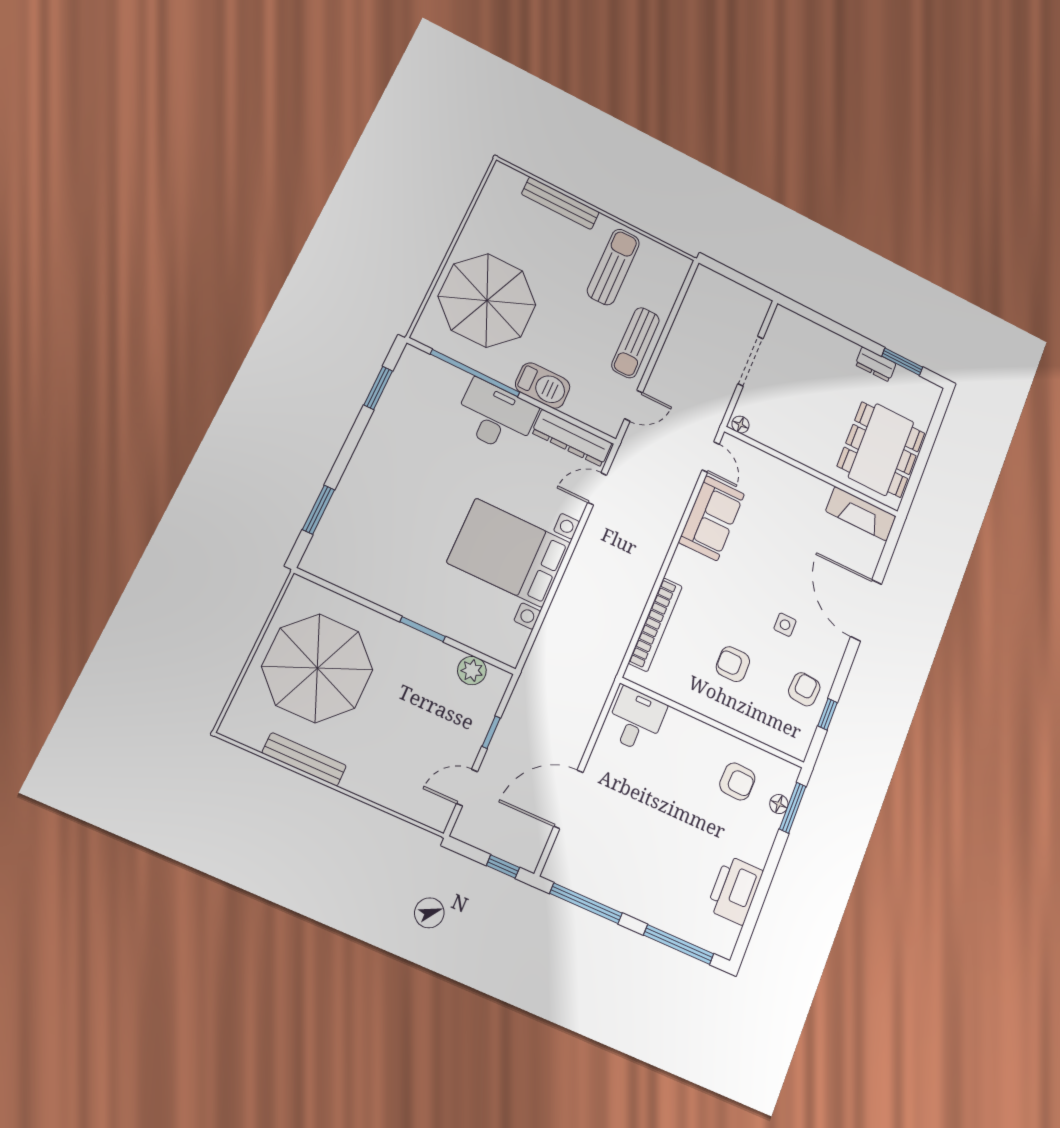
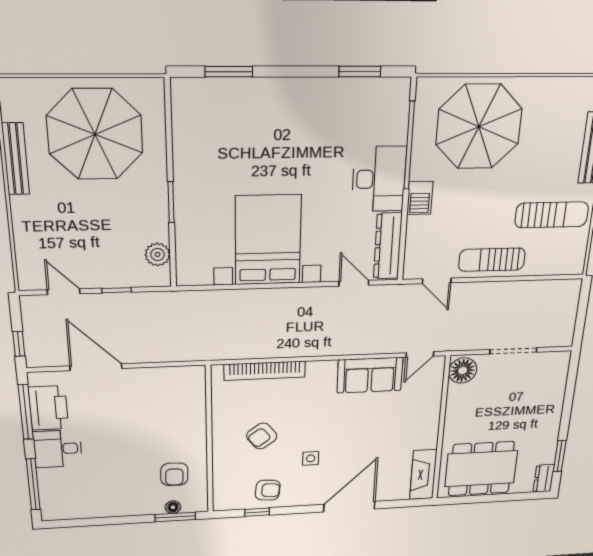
dresser: (876, 364) -> (544, 478), moved
barbecue: (543, 386) -> (420, 198), width x0.73, depth x0.79
floor lamp: (740, 425) -> (463, 371), width x1.89, depth x1.89
armchair: (733, 664) -> (262, 436), turned -127
desk: (636, 720) -> (58, 449), moved, turned 180
printer: (735, 890) -> (48, 408), moved, turned 90

